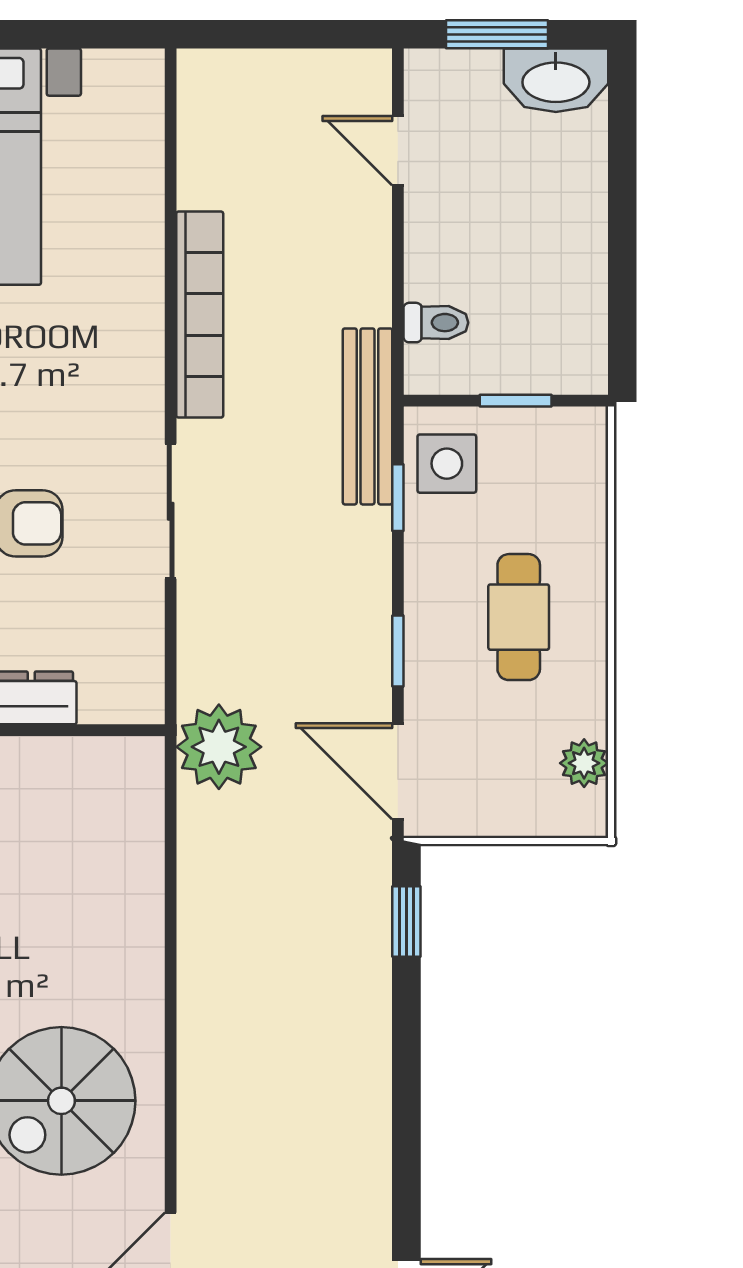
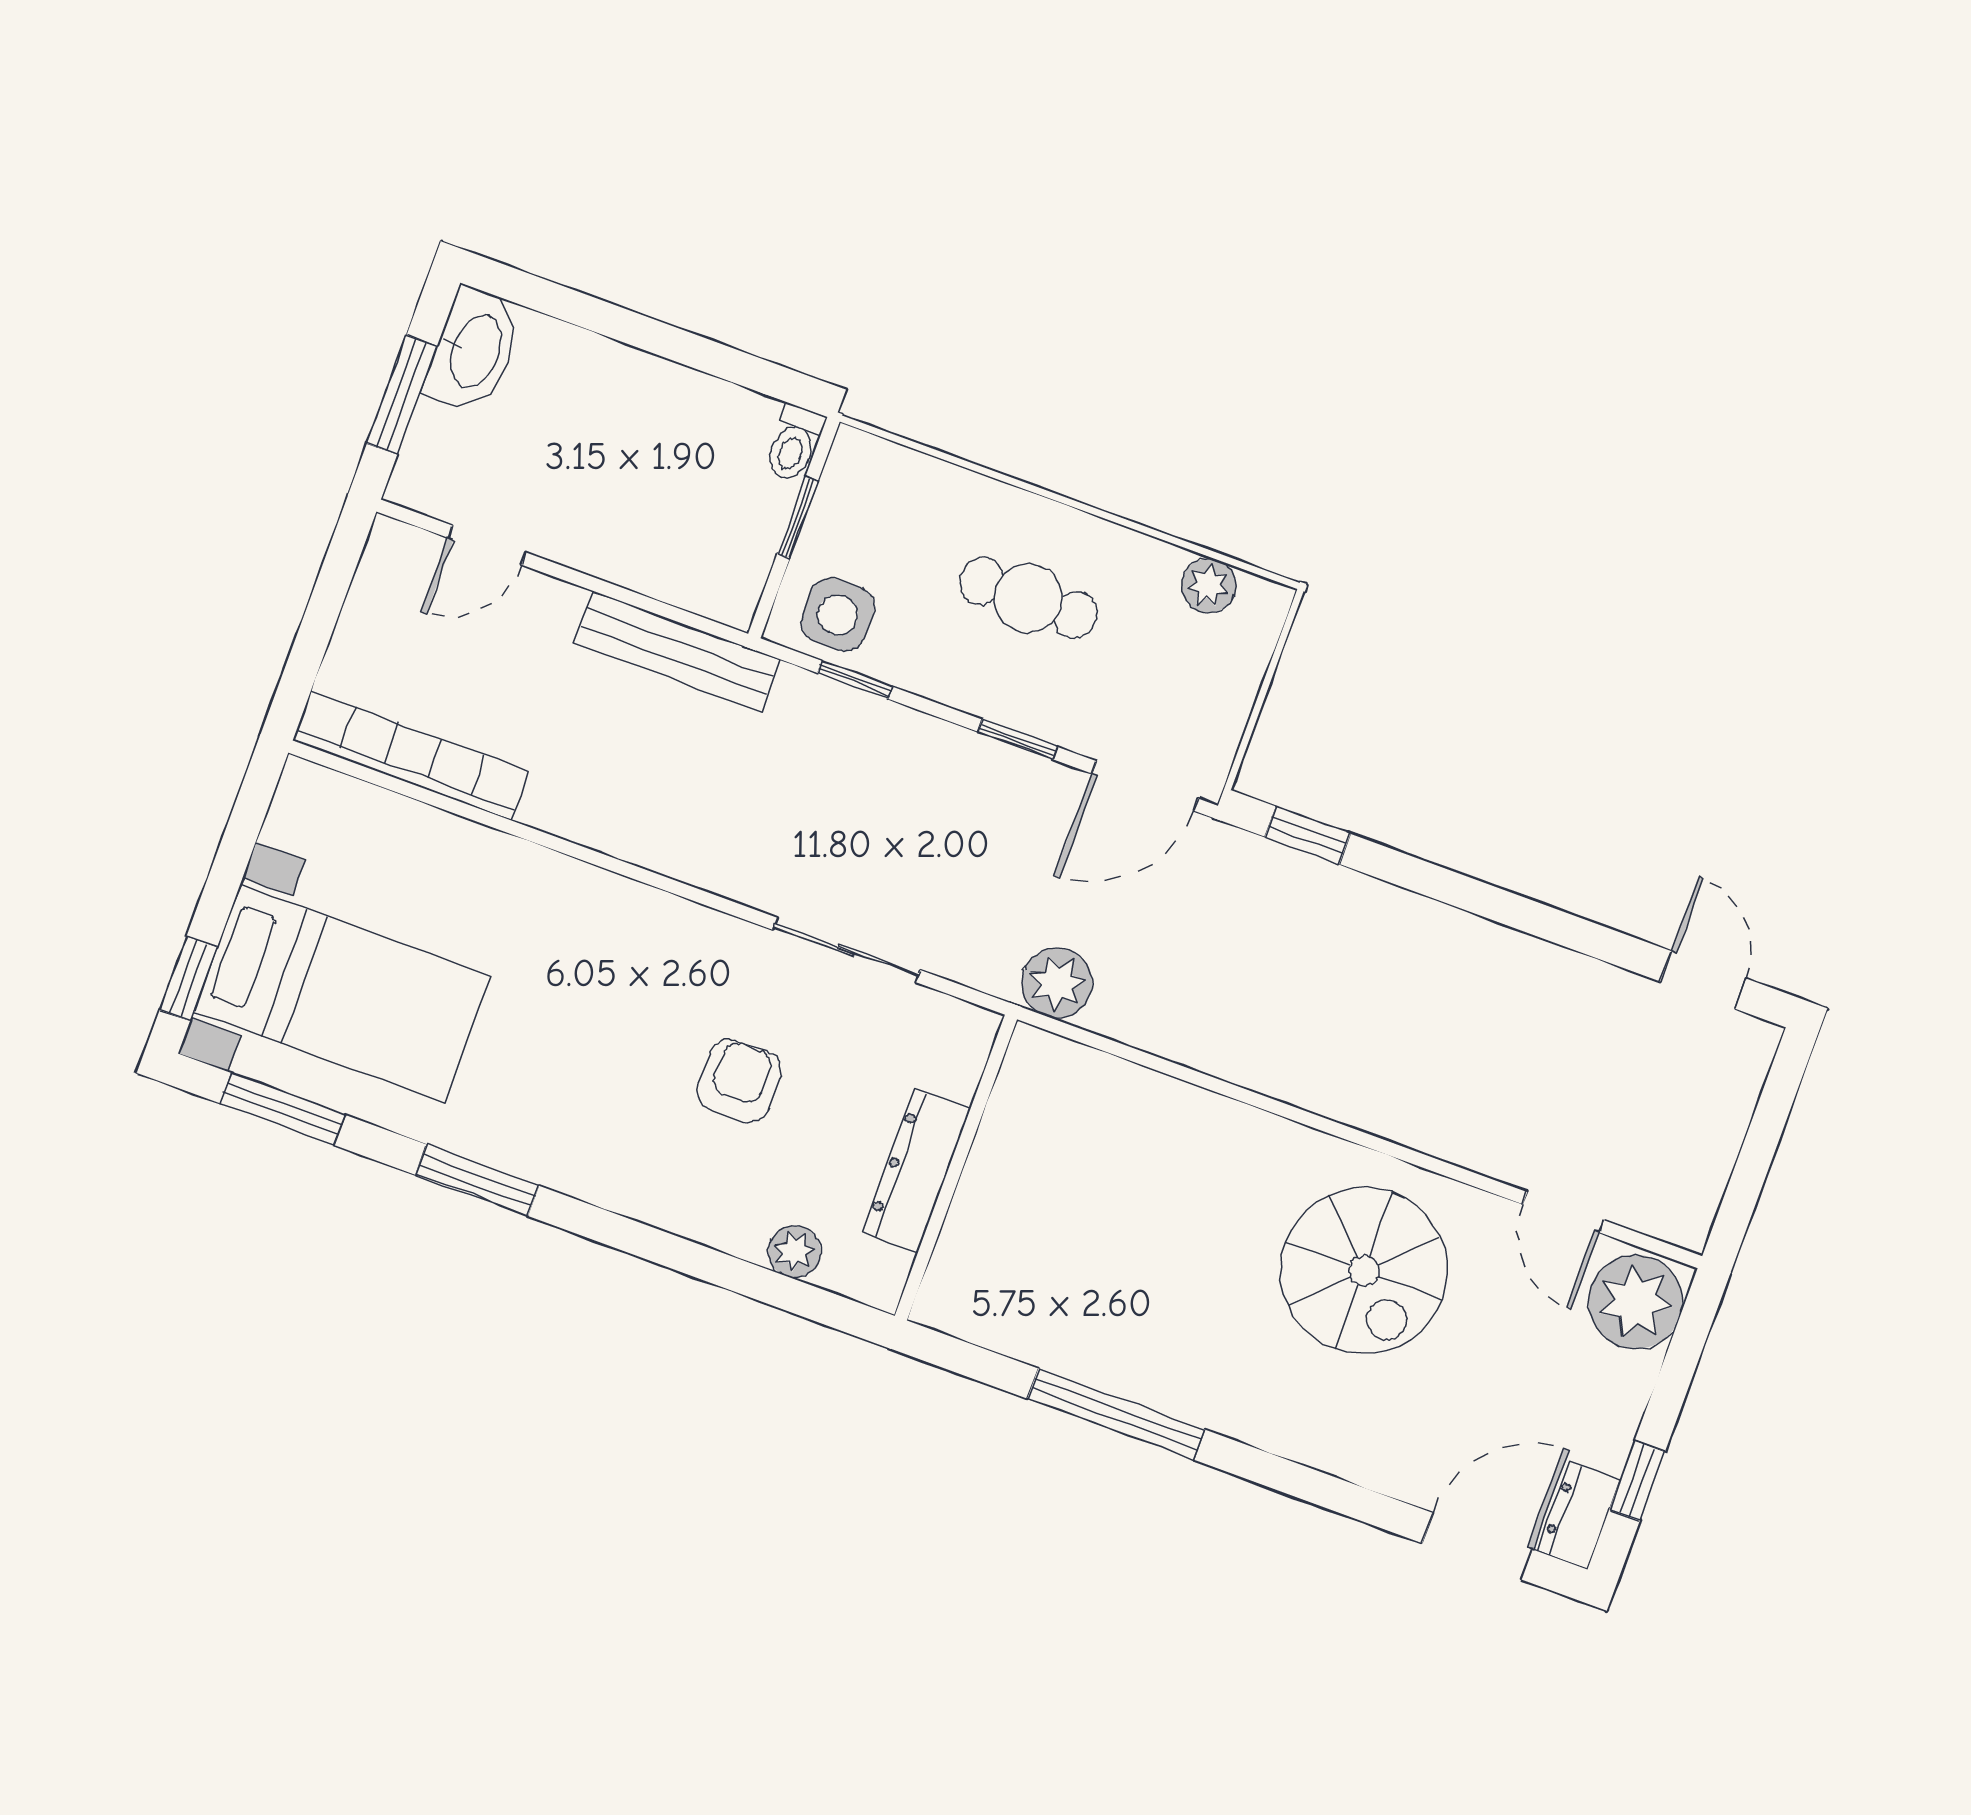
bookcase: (200, 315) -> (411, 756), moved
toilet: (436, 323) -> (794, 444), moved, turned 180
bench: (368, 416) -> (677, 651), moved
sliding door: (171, 511) -> (846, 950), moved
plant: (219, 747) -> (1057, 983), width x0.73, depth x0.73

